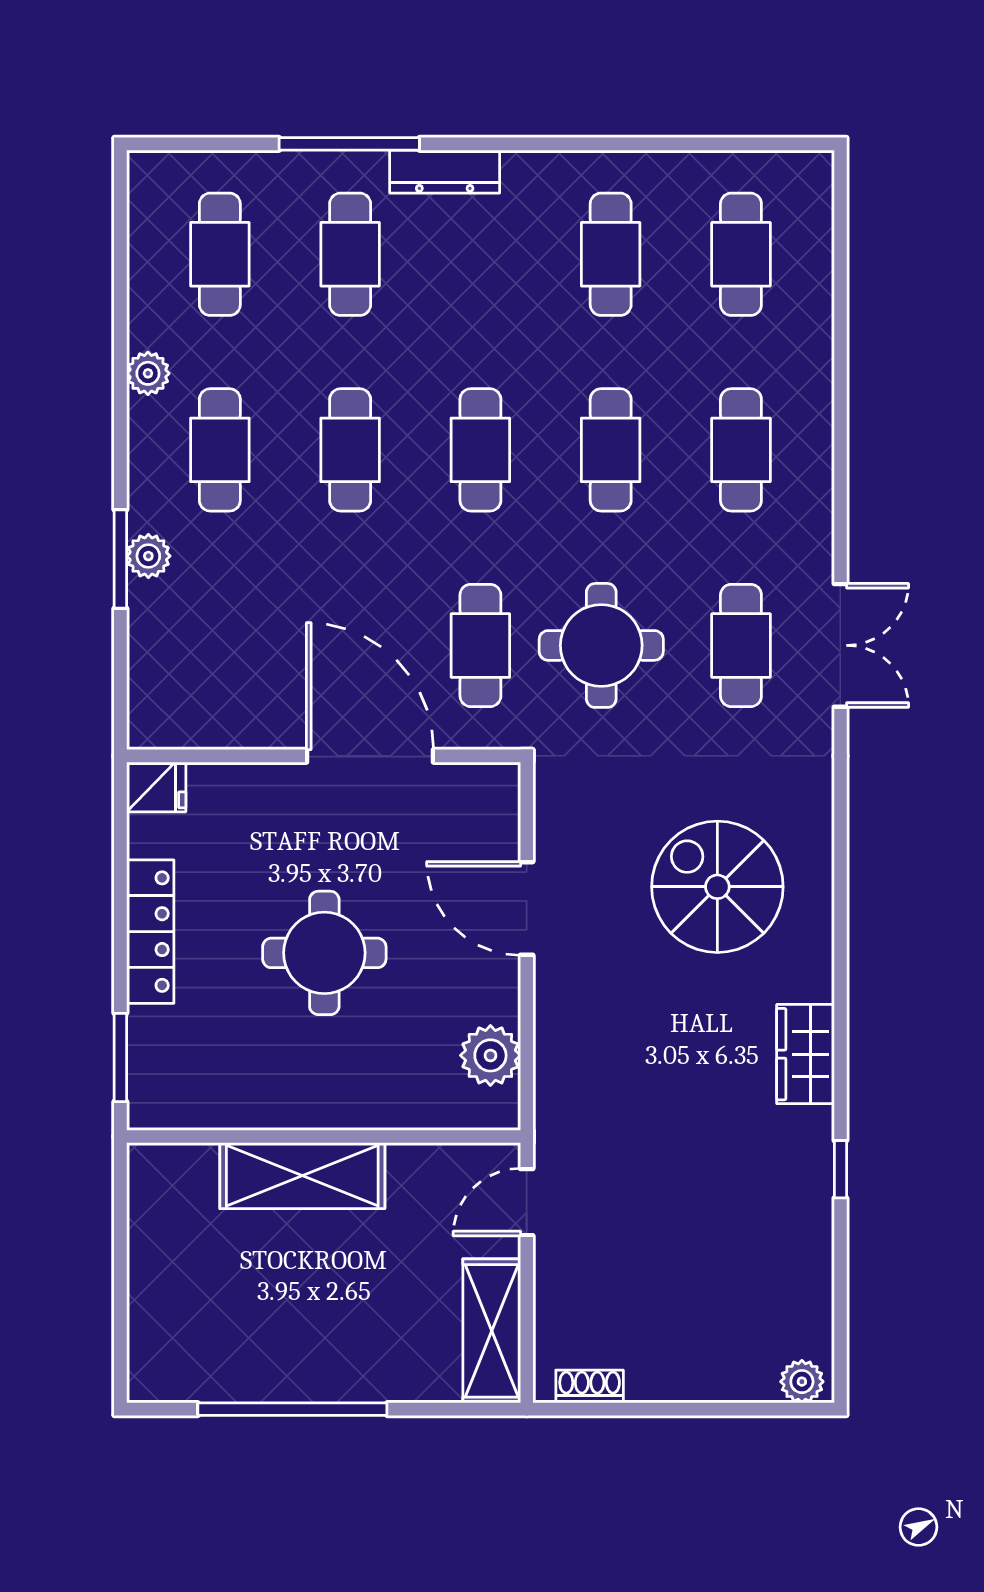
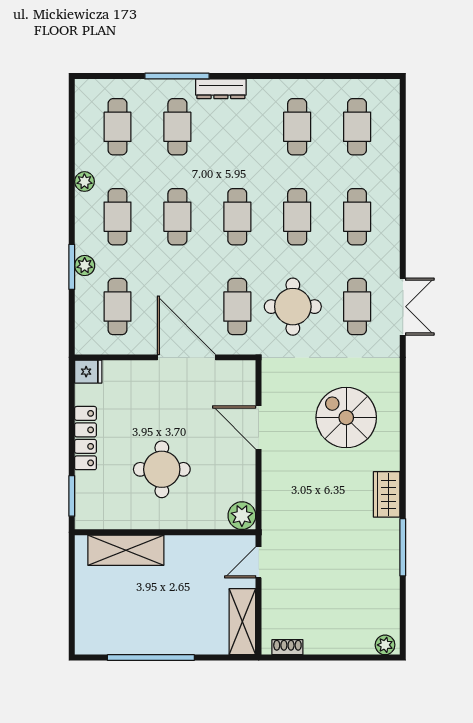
cafe table: (220, 645) -> (118, 307), added
round table: (324, 953) -> (162, 469), moved
plant: (490, 1055) -> (242, 516), moved
window: (840, 1169) -> (403, 547), width x2.17
shelving: (302, 1176) -> (126, 550), moved

